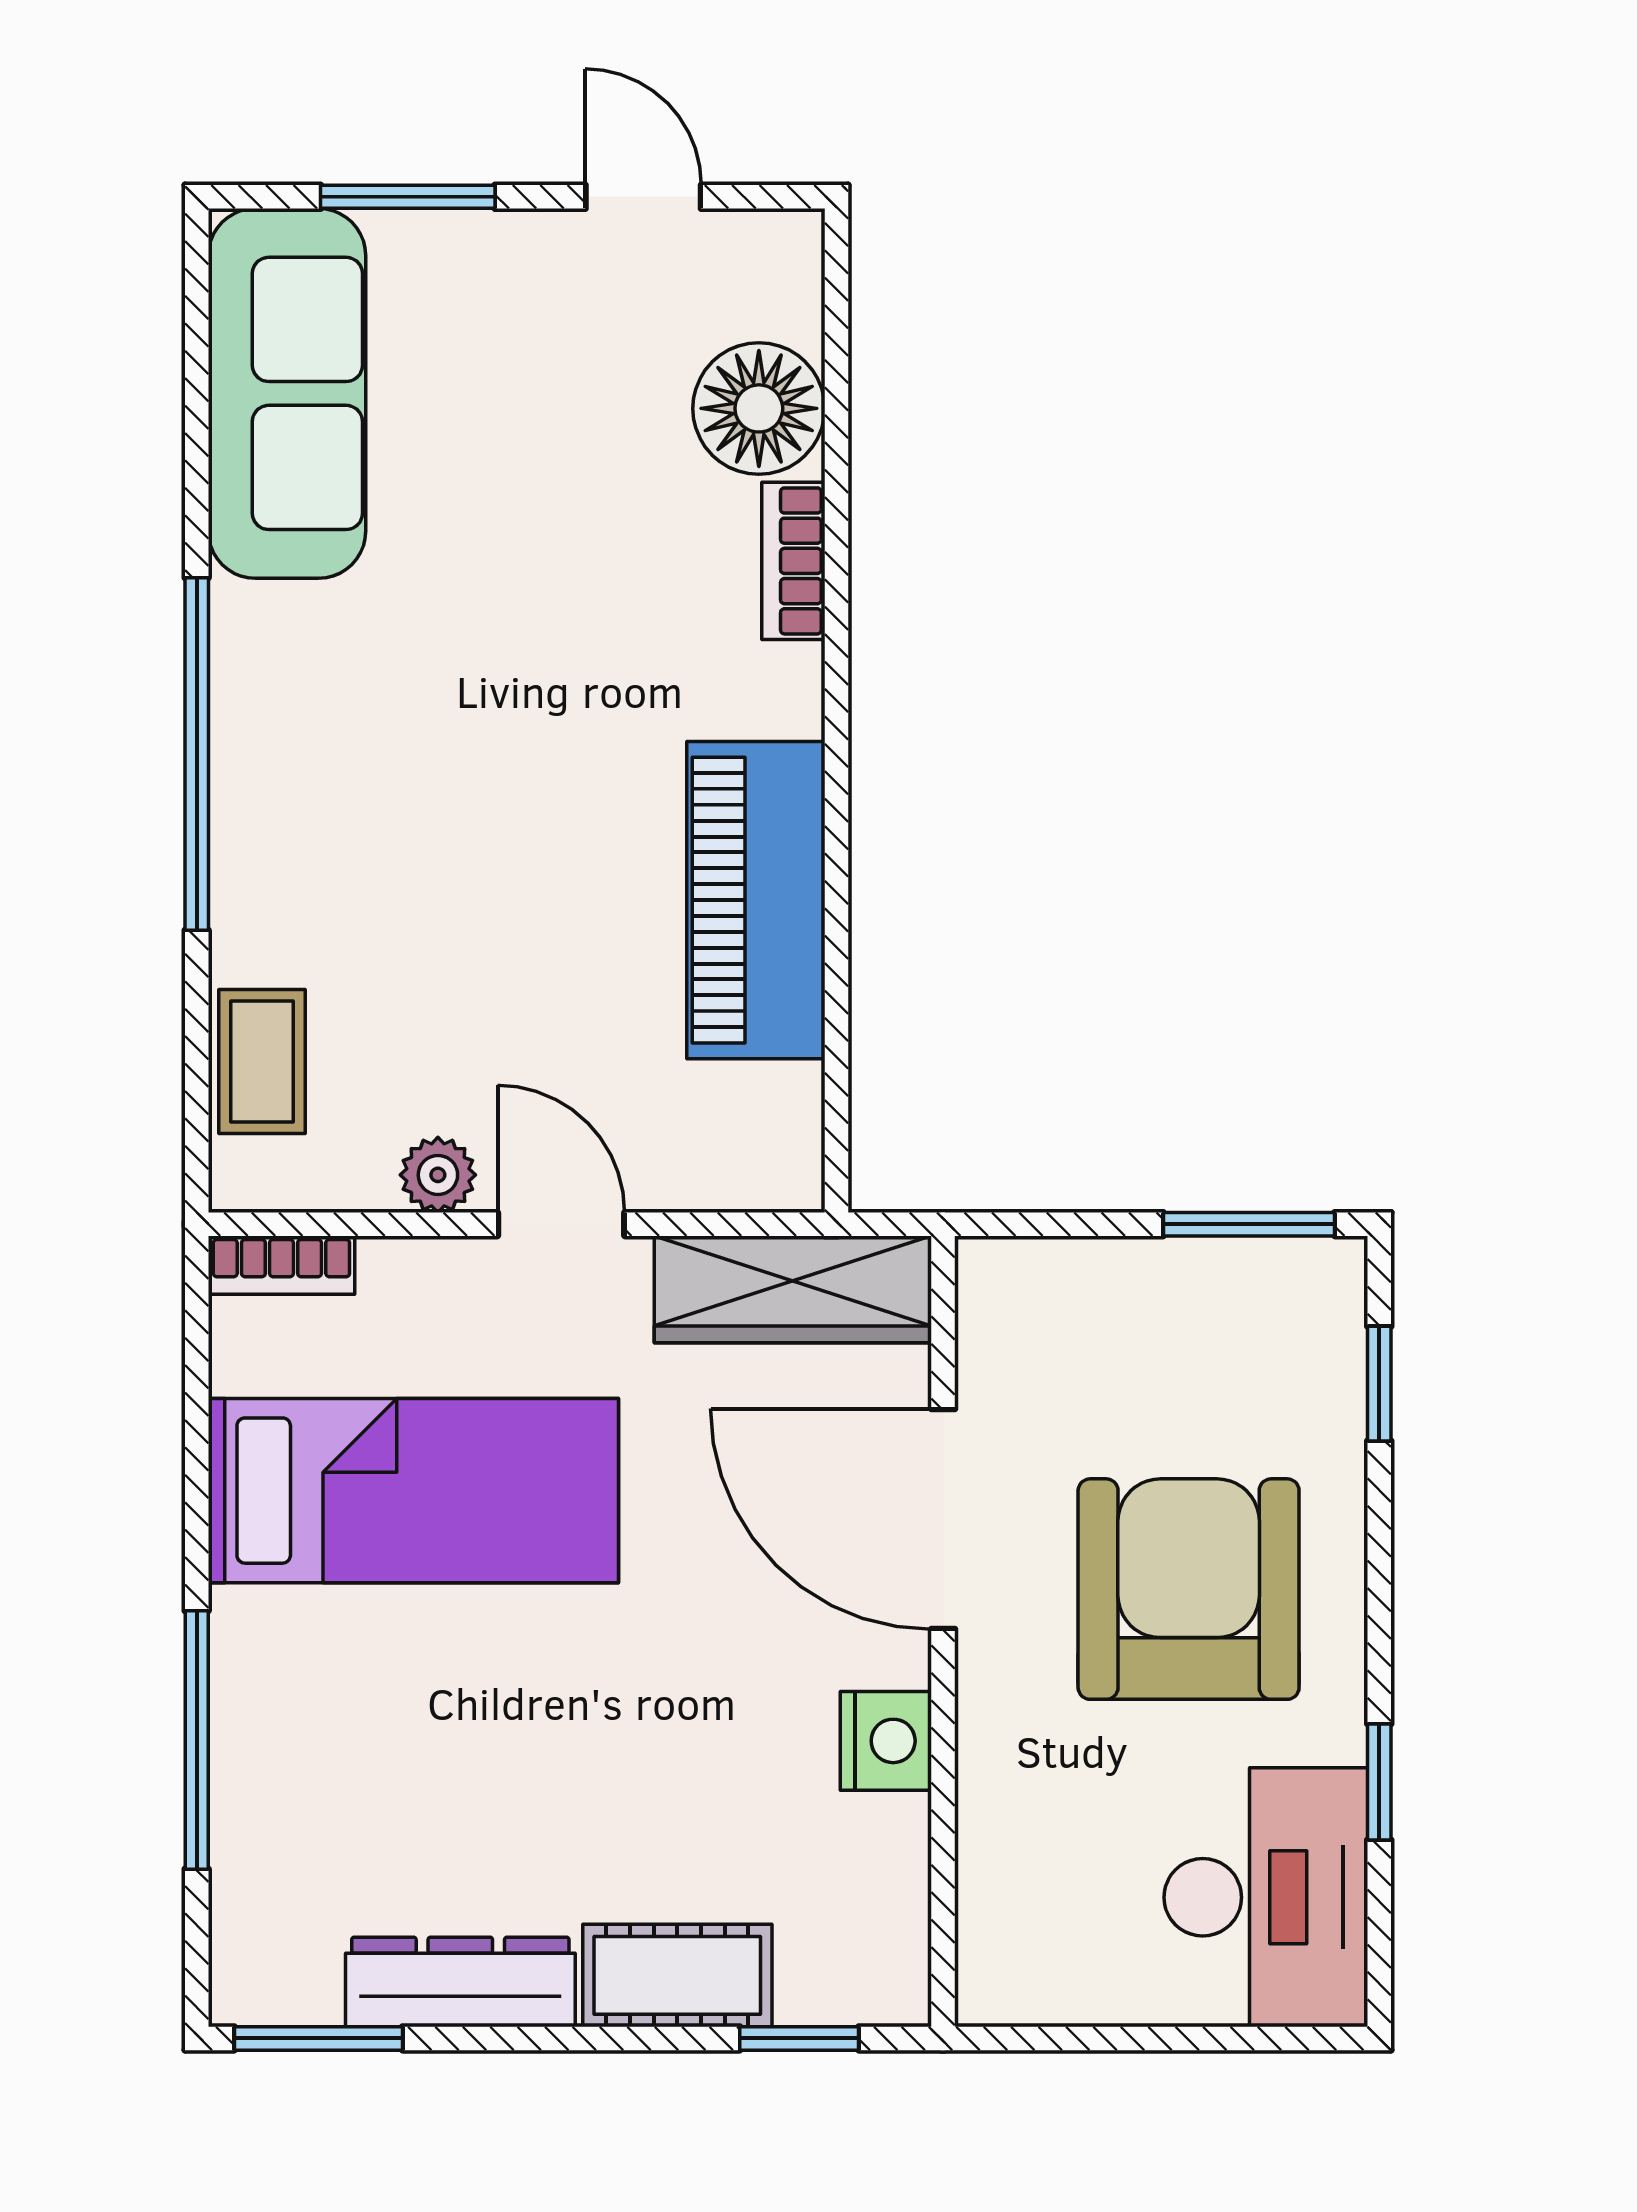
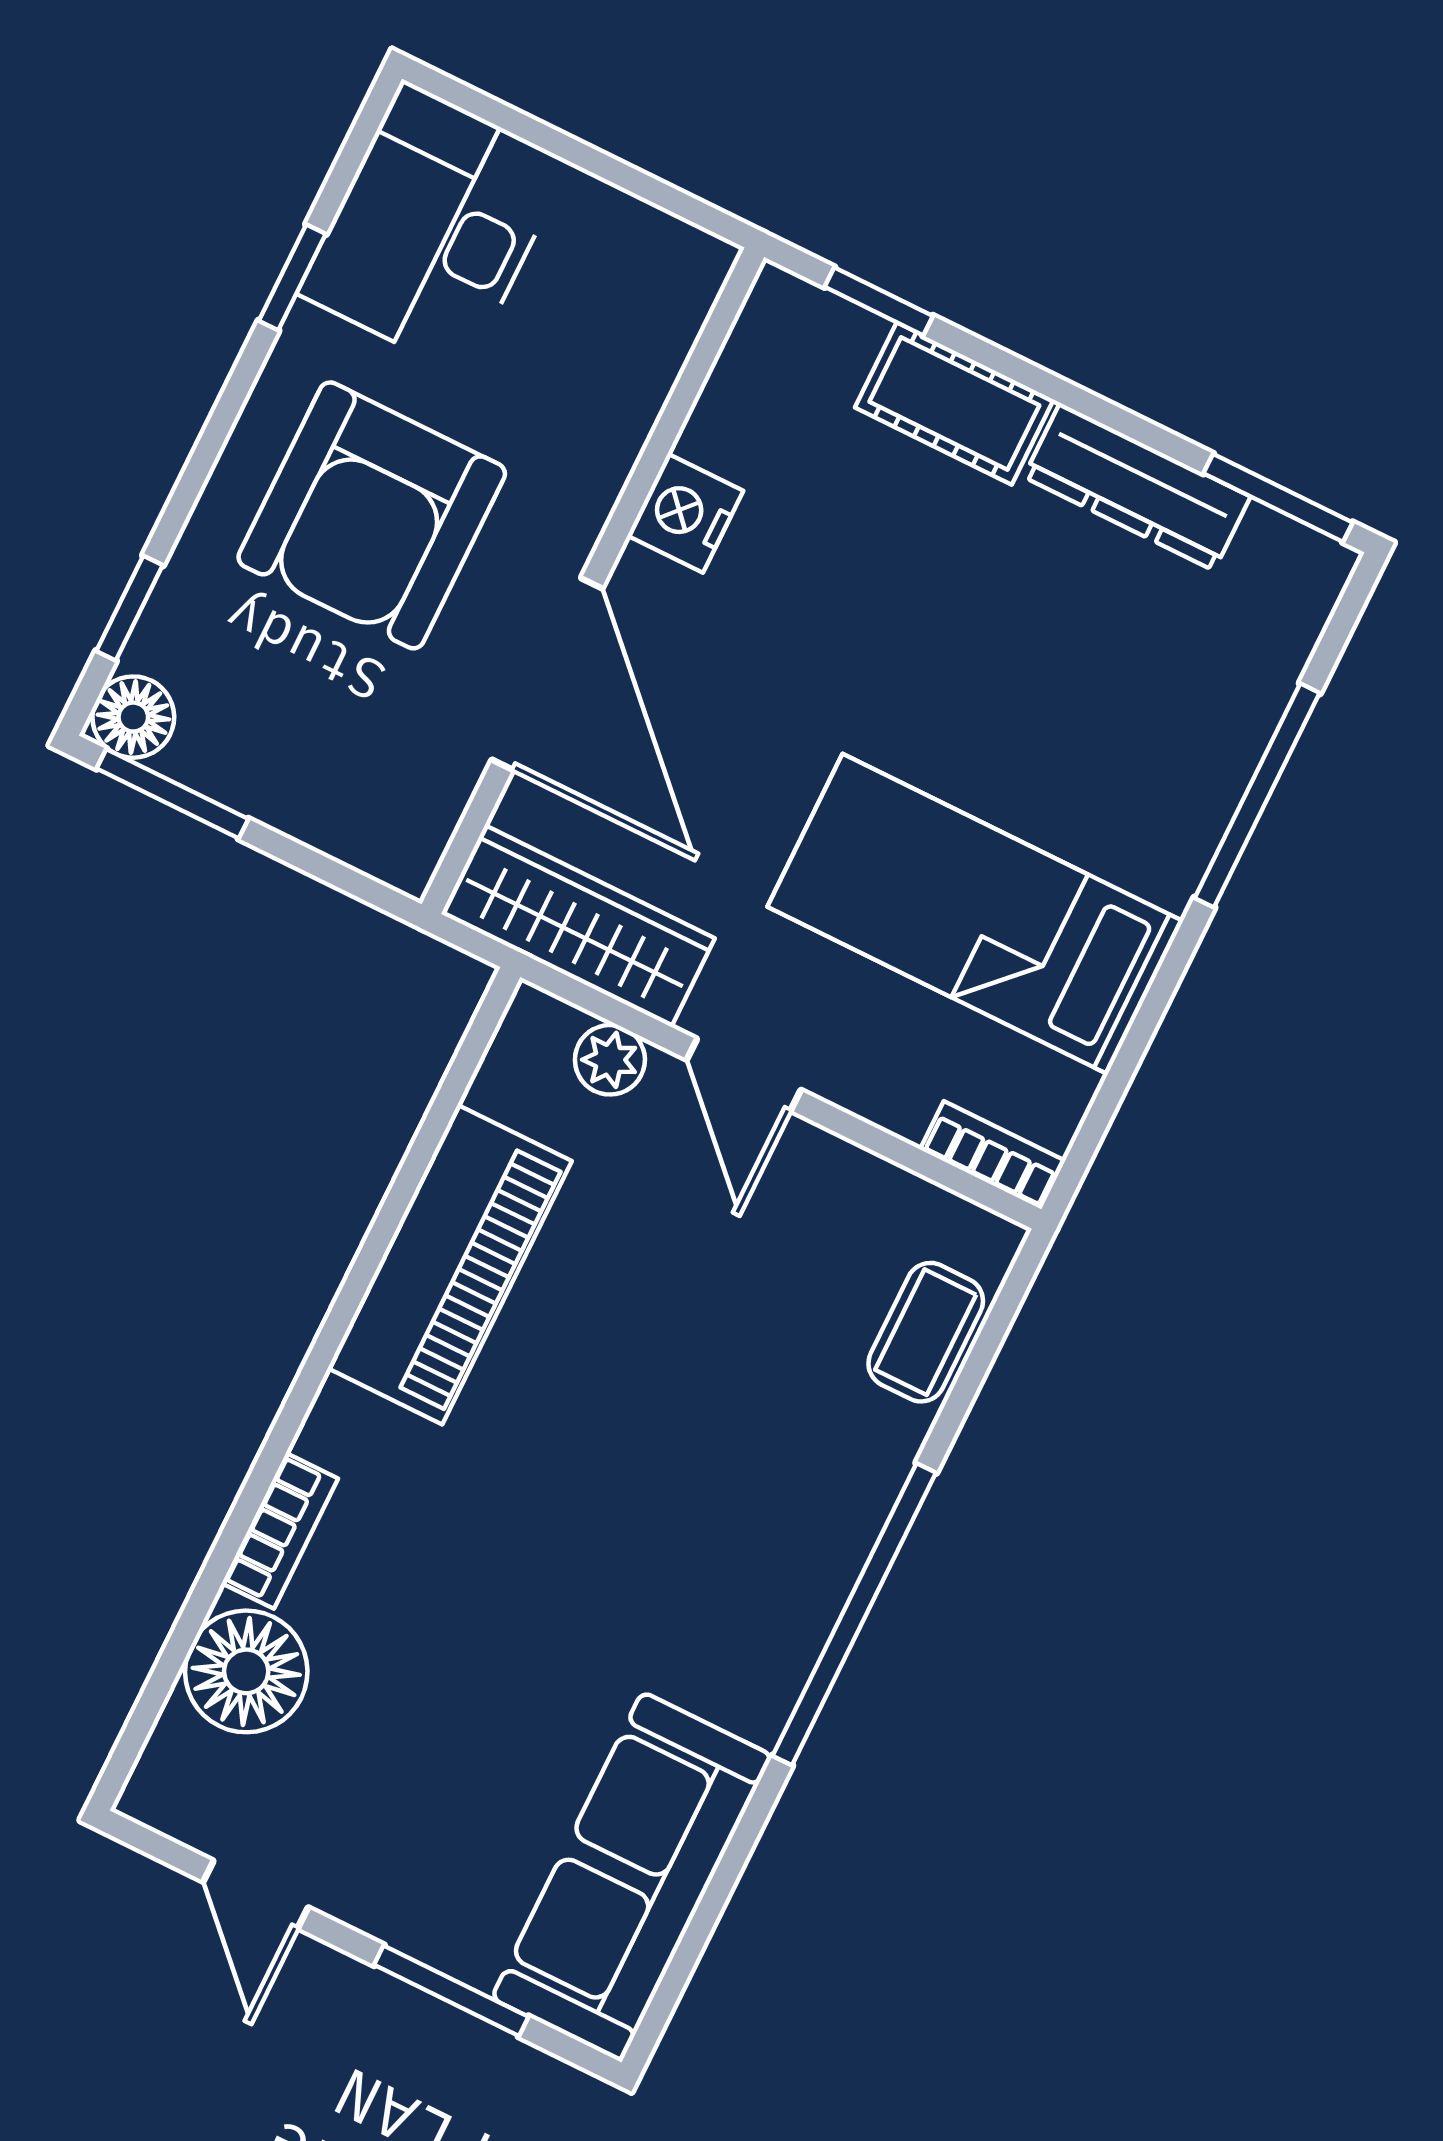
plant: (438, 1175) -> (610, 1060), moved
floor lamp: (1324, 1280) -> (133, 717), added

